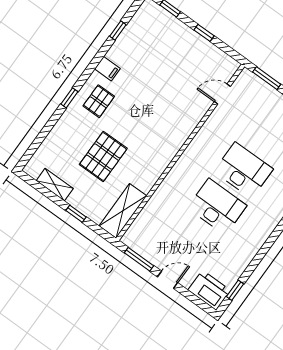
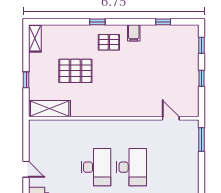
shelving: (55, 185) -> (35, 38), moved
window: (139, 259) -> (26, 141), removed

